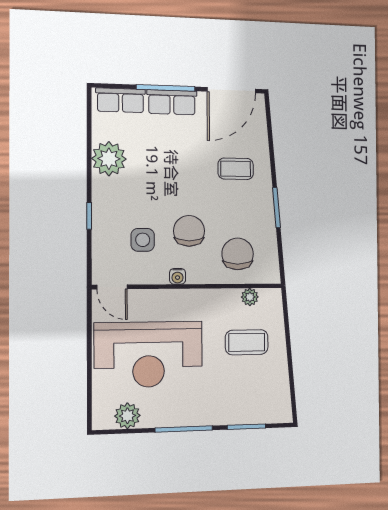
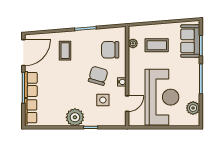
door: (231, 90) -> (23, 53), hinge flipped
plant: (109, 159) -> (75, 117), moved
chair: (189, 231) -> (98, 76), turned 106
door: (112, 287) -> (127, 104), moved
coffee table: (247, 342) -> (157, 45), turned 90
sofa: (255, 406) -> (190, 41), added

